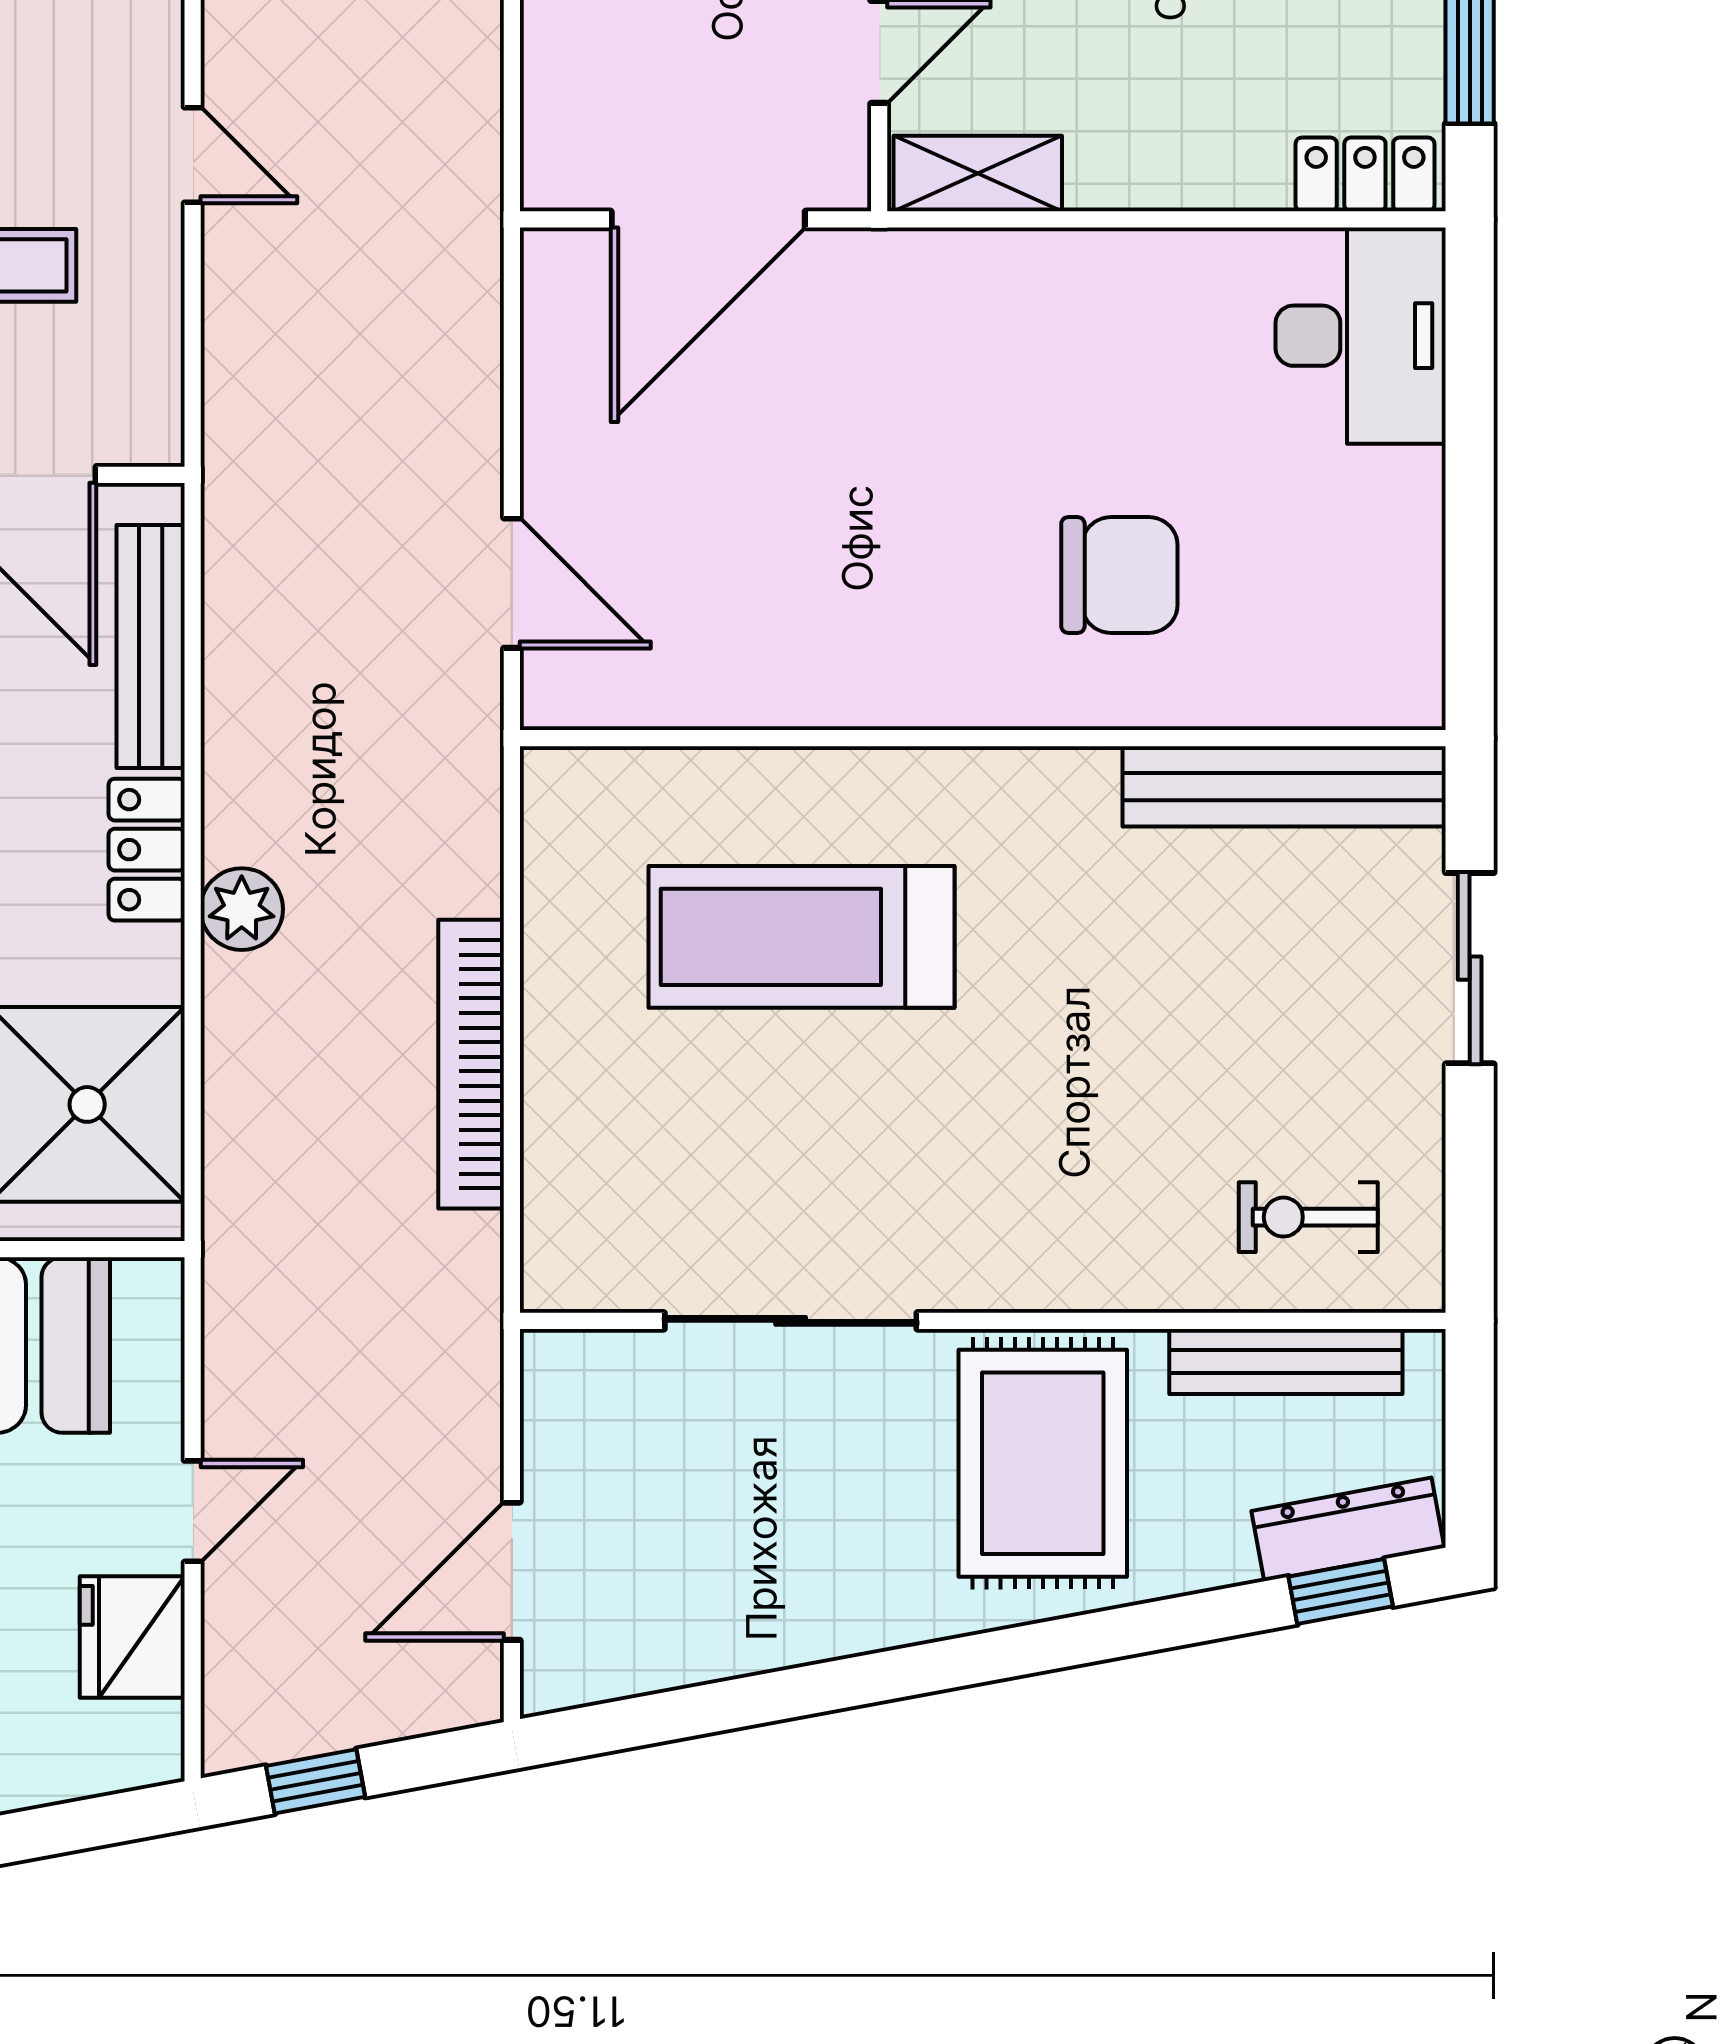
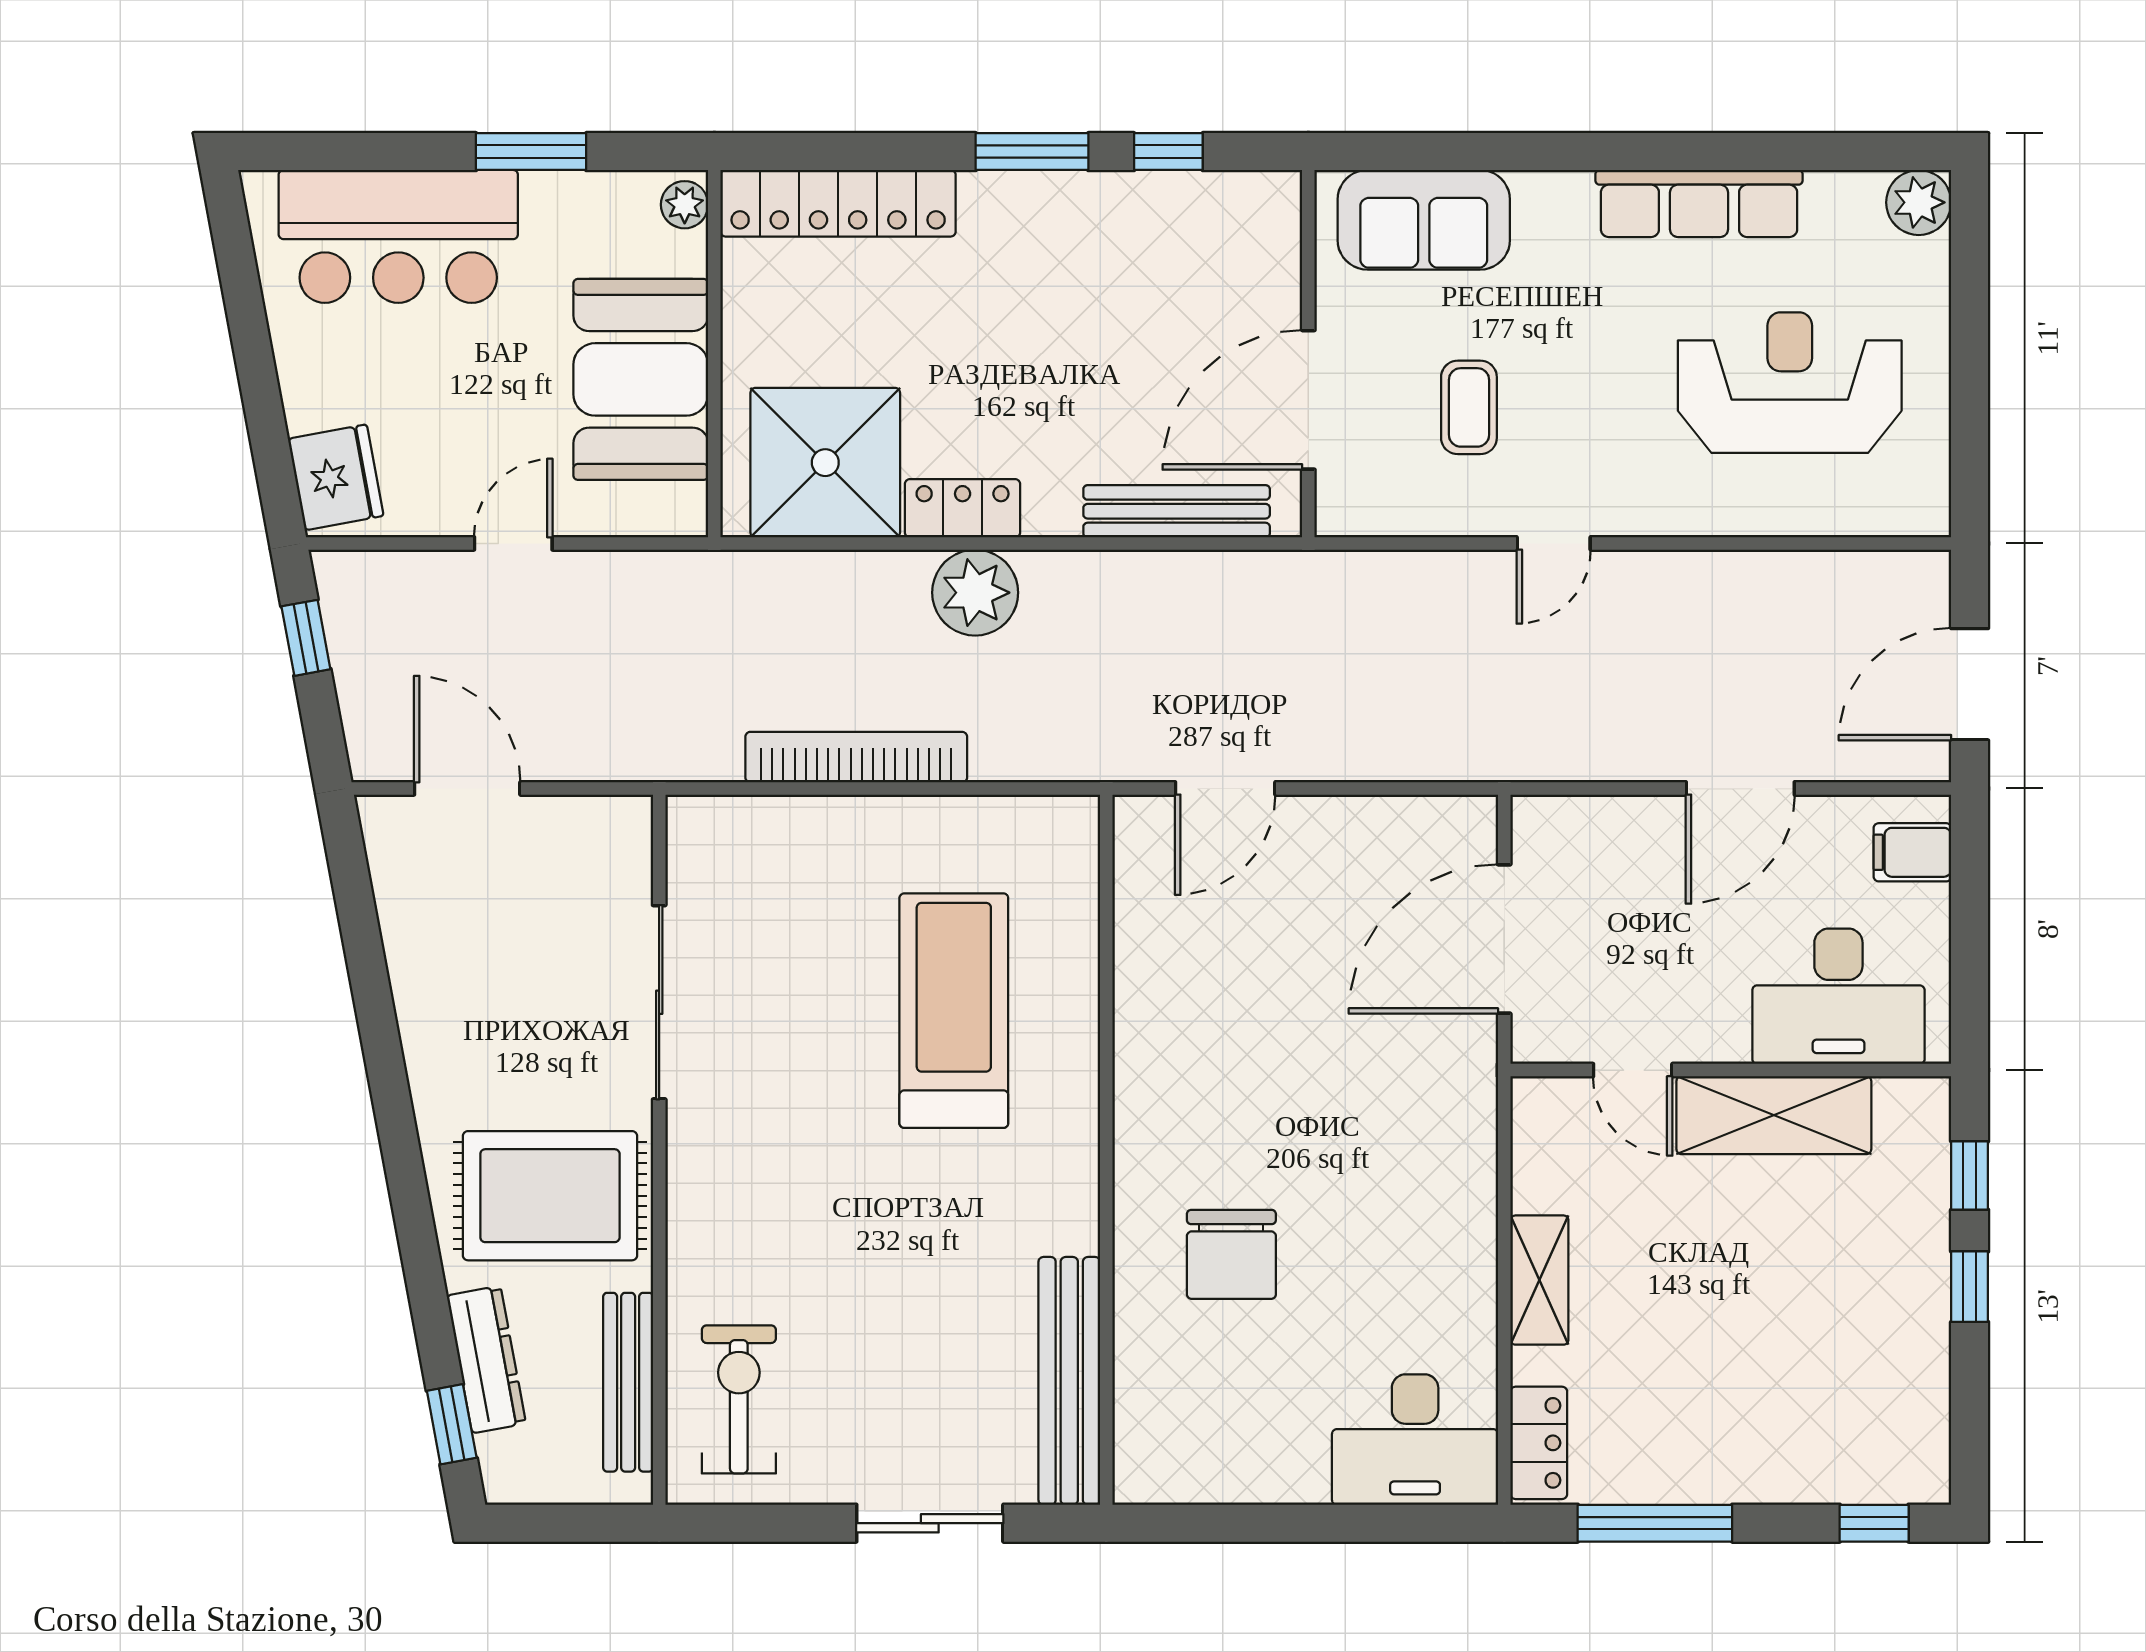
shelving: (978, 174) -> (1539, 1280), moved
door: (708, 219) -> (1504, 939), hinge flipped
locker: (147, 850) -> (963, 508), moved
plant: (242, 909) -> (975, 593), width x1.36, depth x1.36
exercise bike: (1308, 1217) -> (739, 1399), width x1.38, depth x1.39
door: (193, 1511) -> (513, 543), swing flipped
dresser: (1348, 1529) -> (486, 1360), moved
fridge: (132, 1637) -> (336, 477), moved, turned 80

